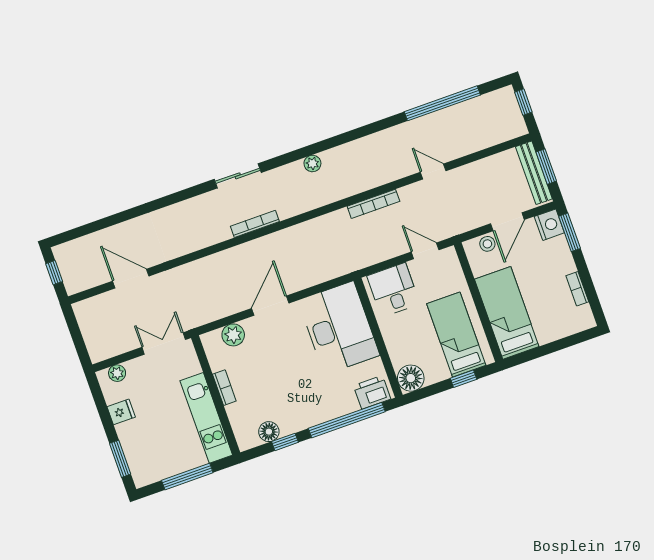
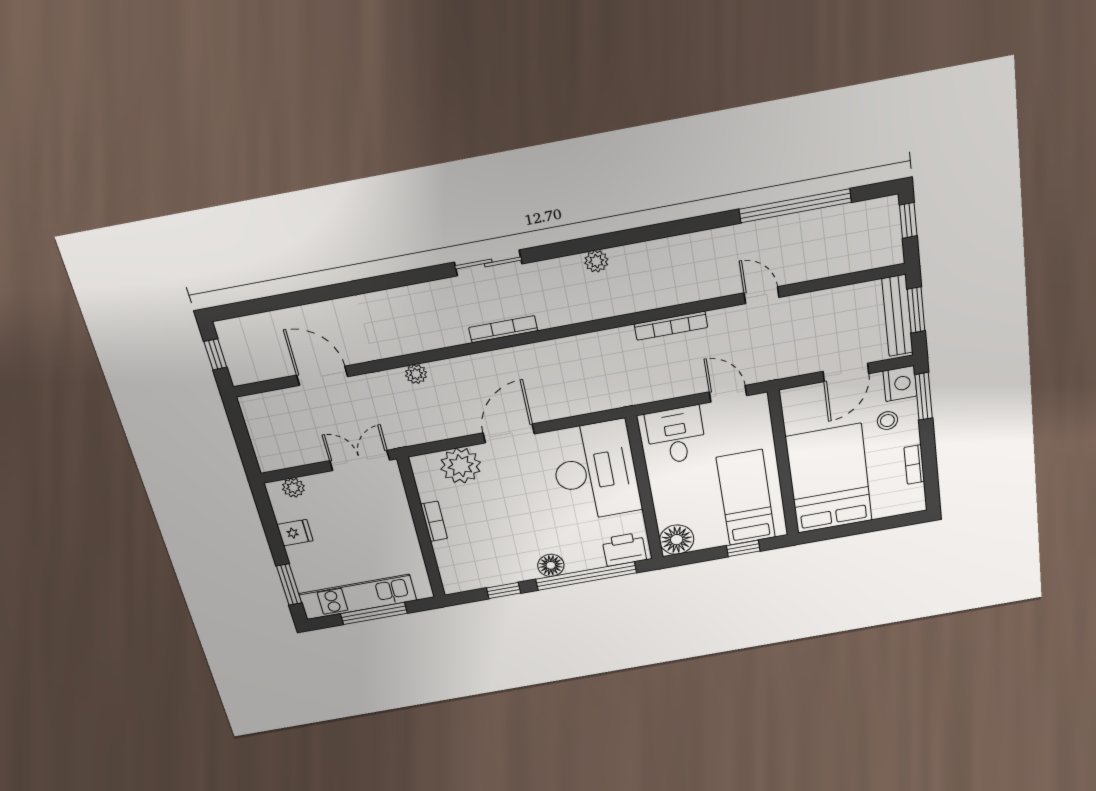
stool: (487, 244) -> (887, 421), moved
plant: (197, 268) -> (416, 374), added
bed: (507, 313) -> (829, 479), width x1.50
plant: (233, 335) -> (461, 466), width x1.36, depth x1.36
kitchen unit: (206, 418) -> (358, 597), moved, turned 90
floor lamp: (269, 432) -> (551, 565), moved

